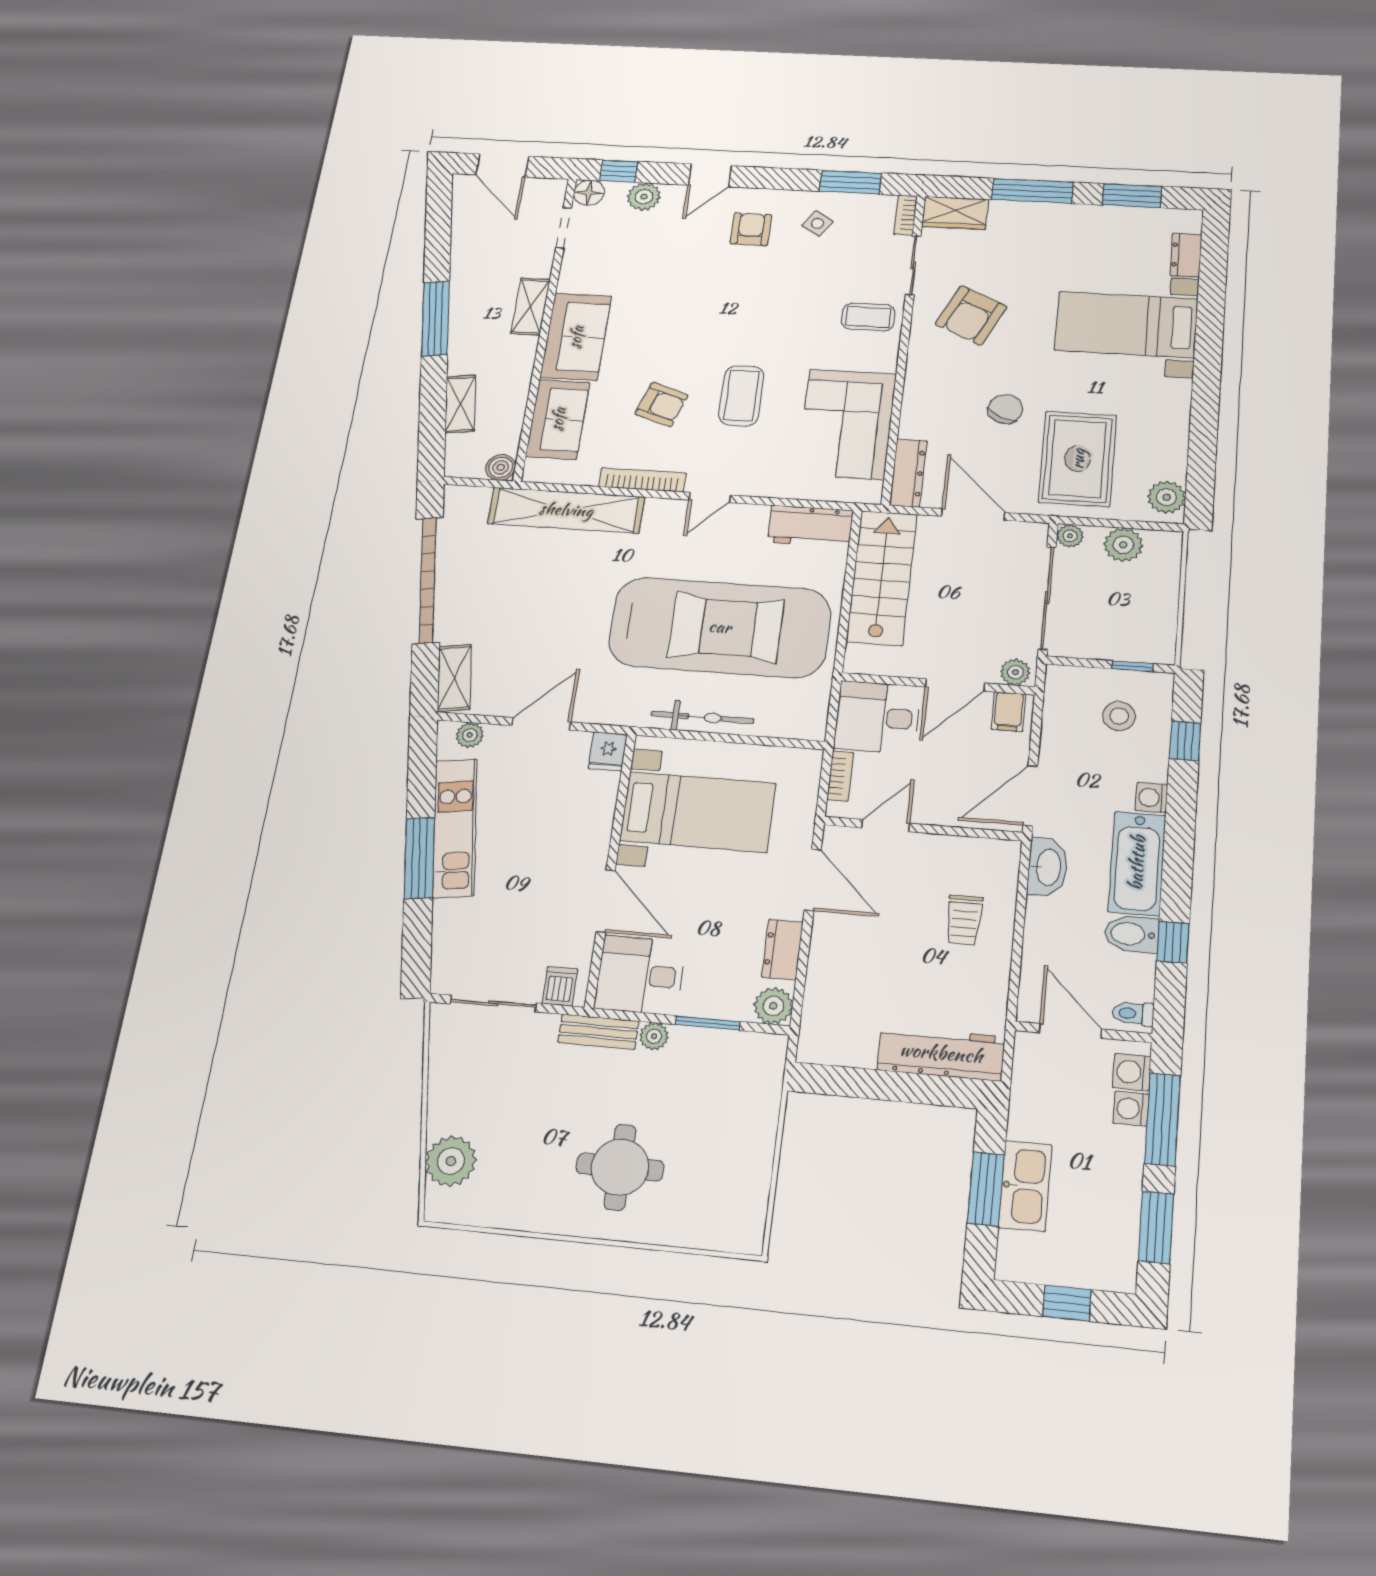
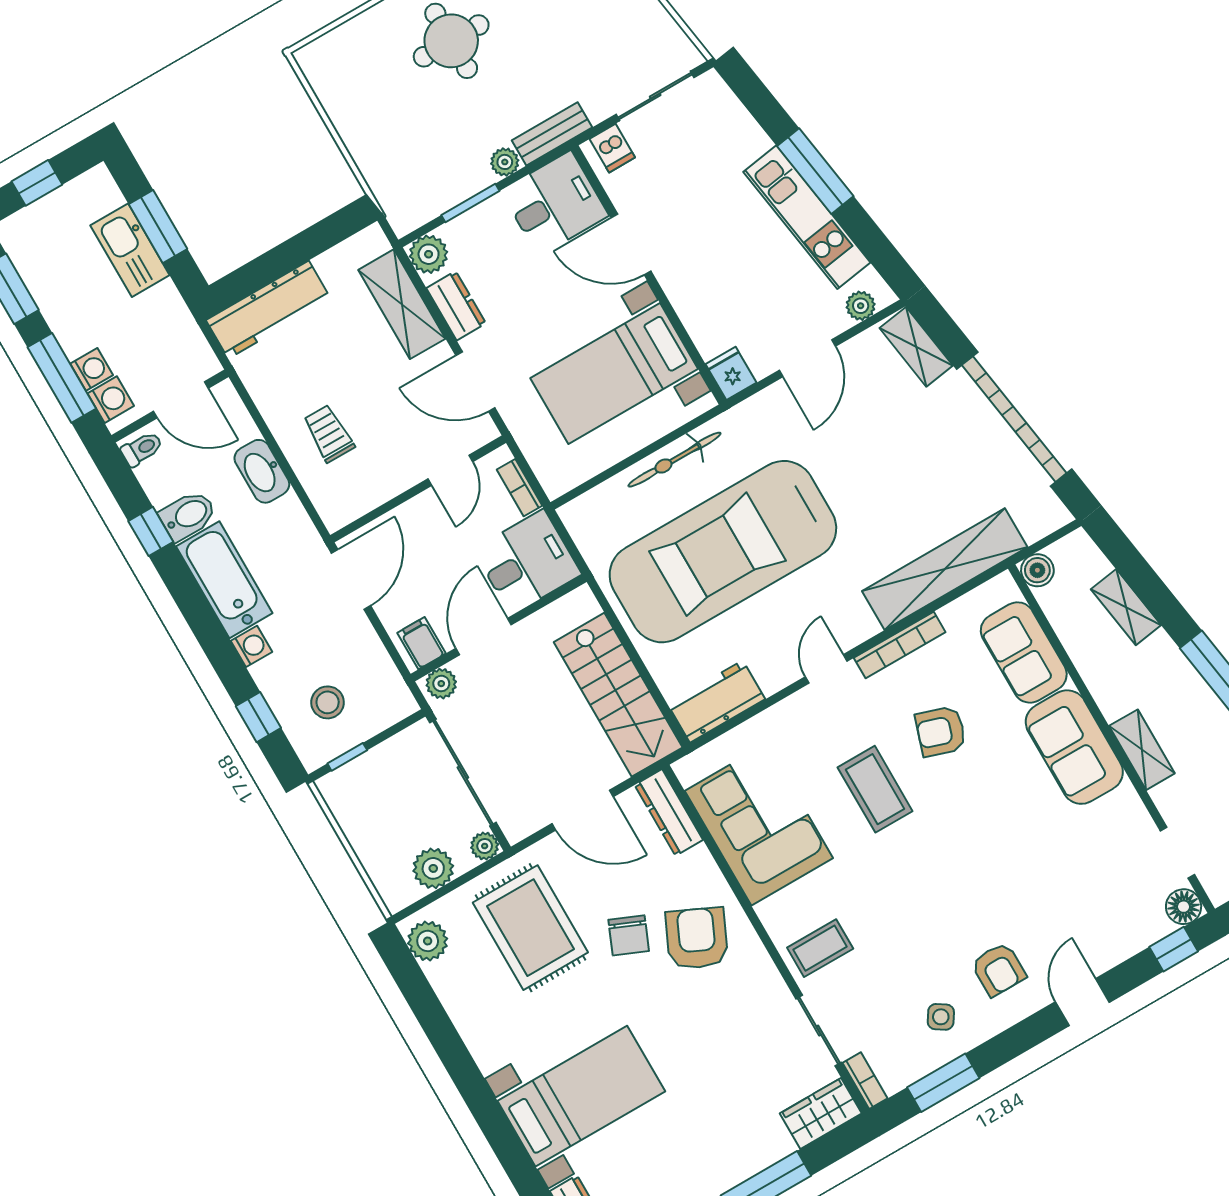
plant: (644, 197) -> (1127, 937), removed
armchair: (971, 315) -> (697, 938), moved
washbasin: (1048, 867) -> (262, 471), moved
shelving: (826, 981) -> (402, 304), added

